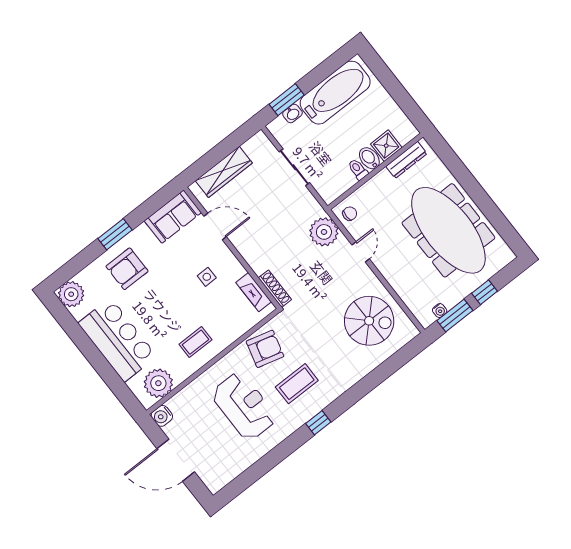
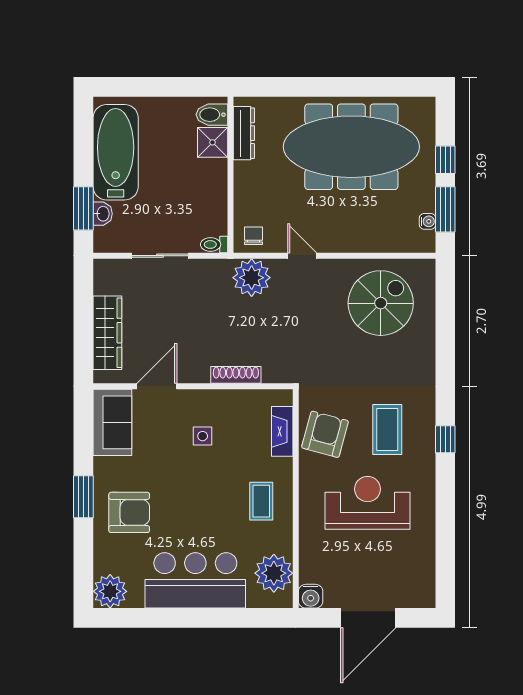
bidet: (369, 158) -> (212, 115), moved
toilet: (358, 169) -> (214, 244), moved
armchair: (127, 269) -> (129, 512), turned -90
shoe rack: (275, 289) -> (236, 375), moved
fireplace: (254, 292) -> (282, 431), moved, turned 90

